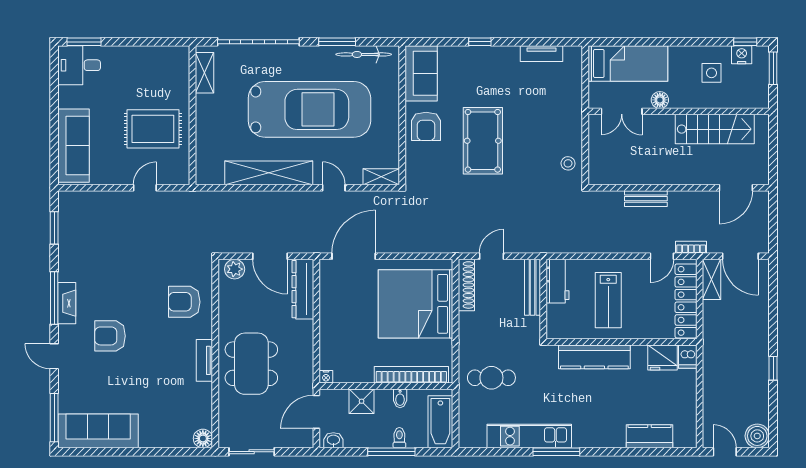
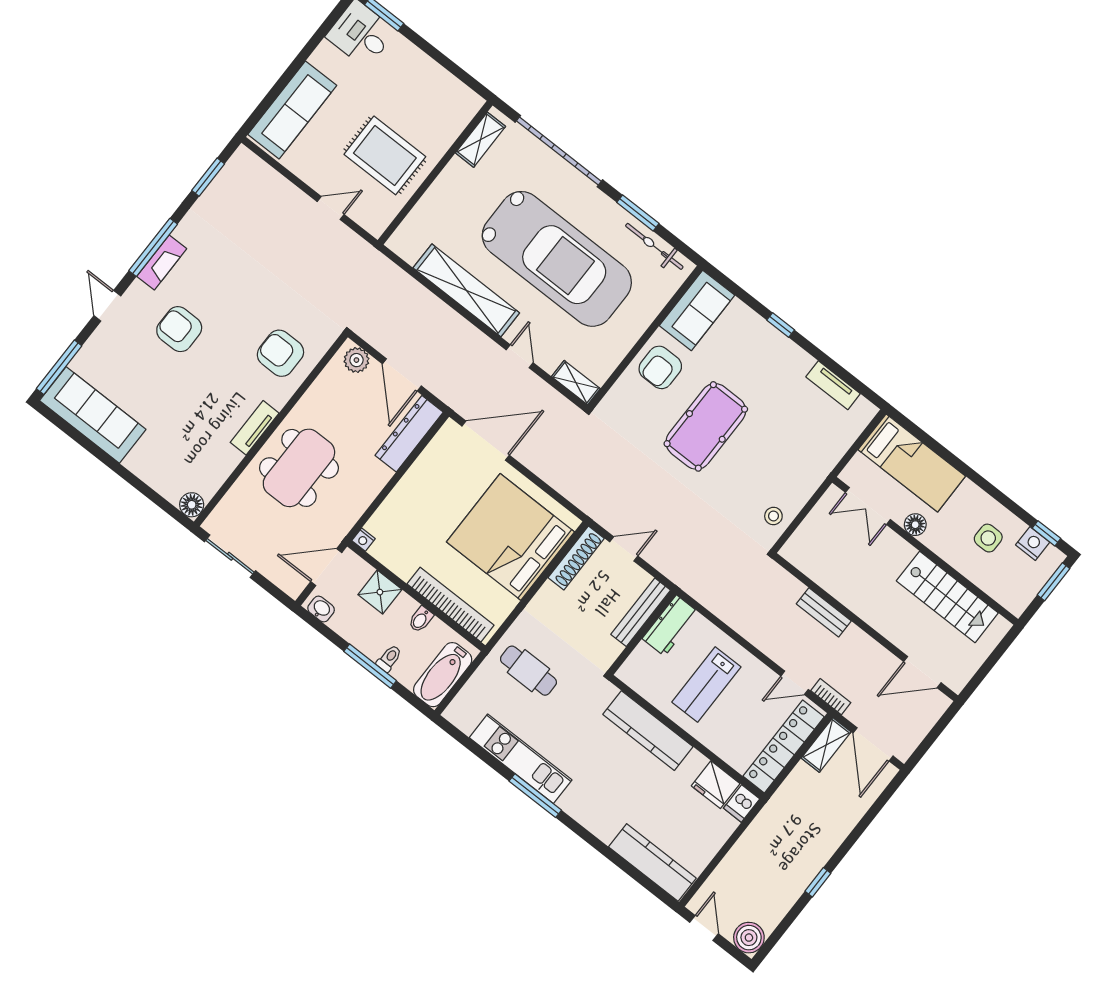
kitchen counter: (650, 436) -> (652, 862), width x1.50

